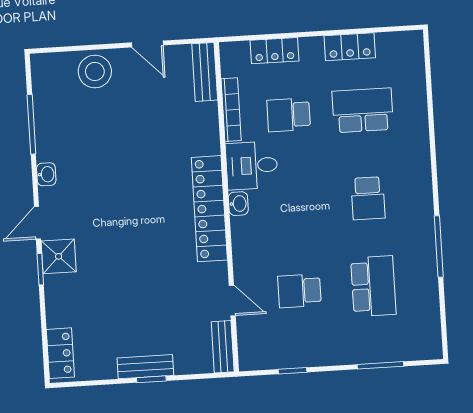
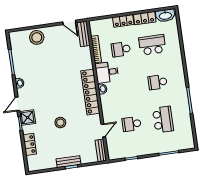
door: (147, 44) -> (69, 22), moved
washbasin: (398, 44) -> (165, 15), added
locker: (275, 51) -> (123, 21), moved
school desk: (368, 198) -> (158, 82), turned 90
stool: (134, 274) -> (60, 123), added
door: (232, 300) -> (103, 130), hinge flipped
locker: (60, 353) -> (30, 144), moved

